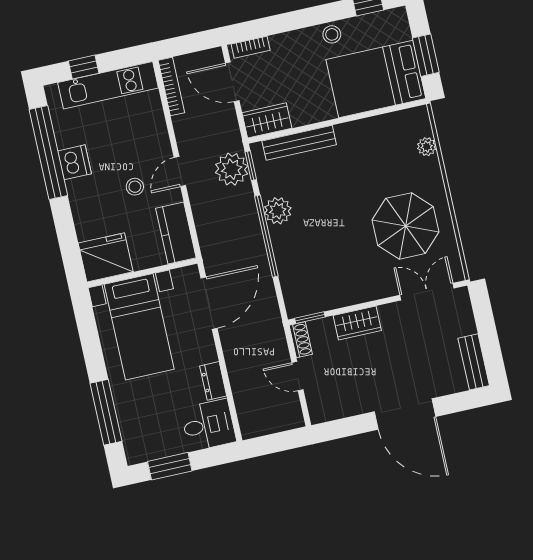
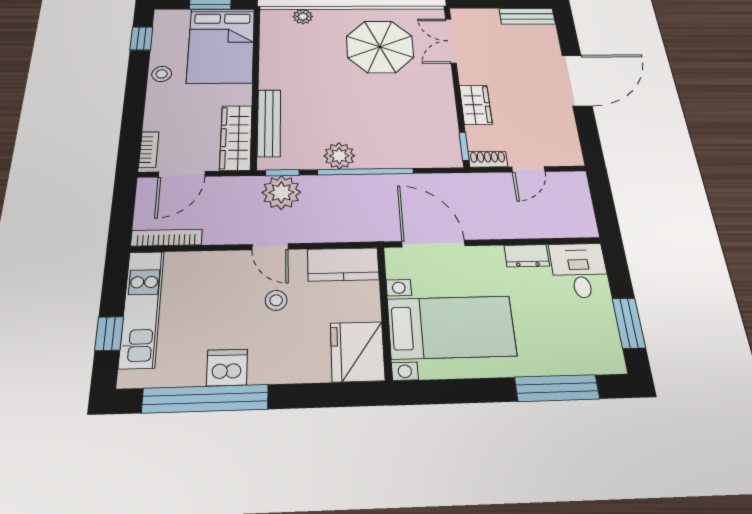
wardrobe: (267, 120) -> (236, 138), width x1.50

